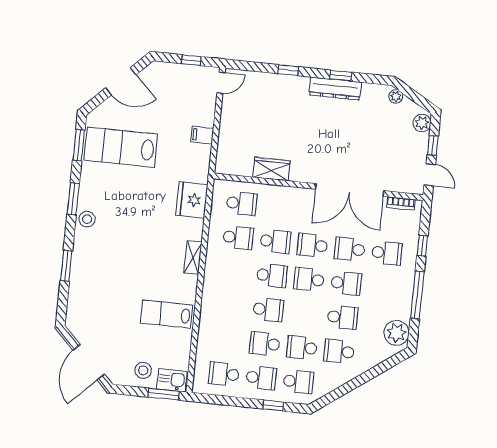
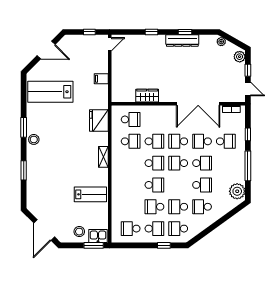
window: (79, 145) -> (24, 93), removed
lab bench: (167, 314) -> (90, 194), turned 180
school desk: (298, 382) -> (178, 229), turned 180

